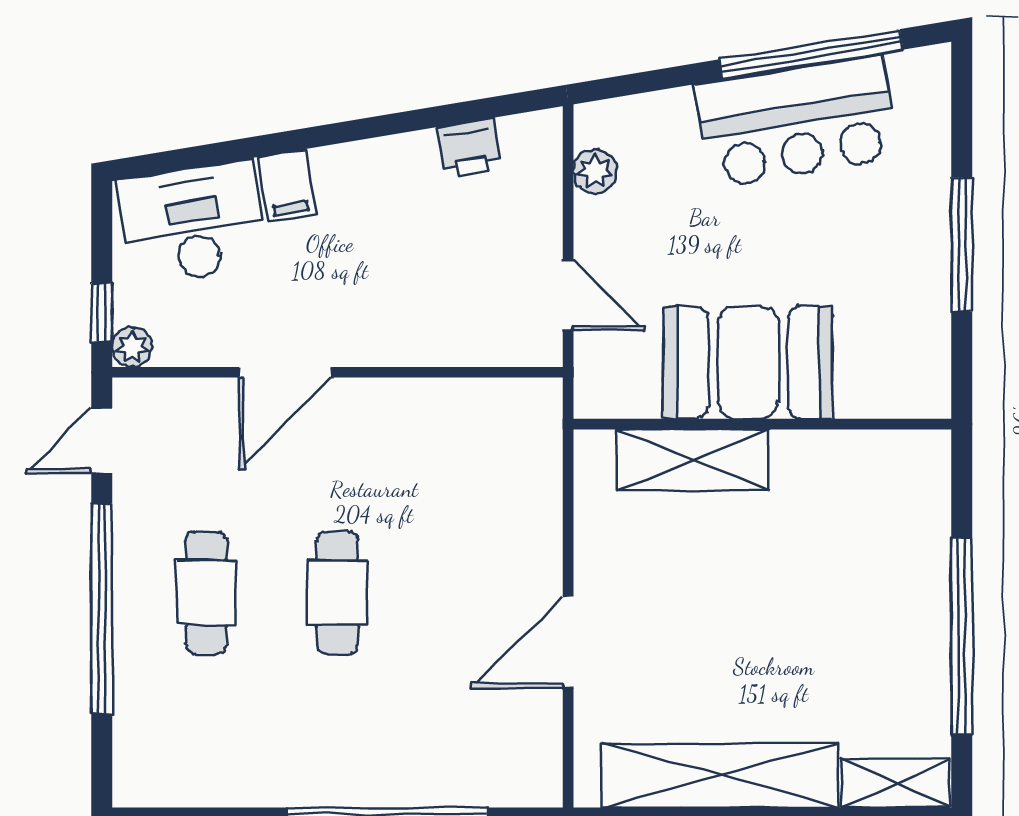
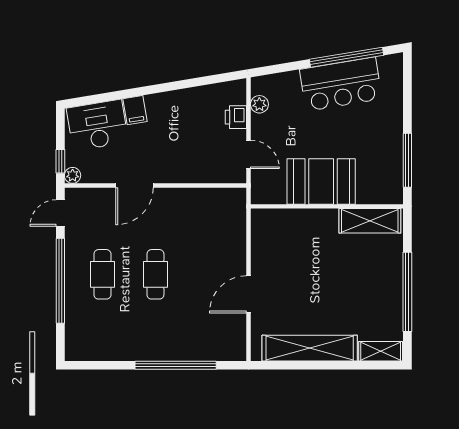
printer: (469, 148) -> (236, 117), moved, turned 99
window: (962, 245) -> (407, 160), moved
shelving: (693, 460) -> (370, 221), moved

